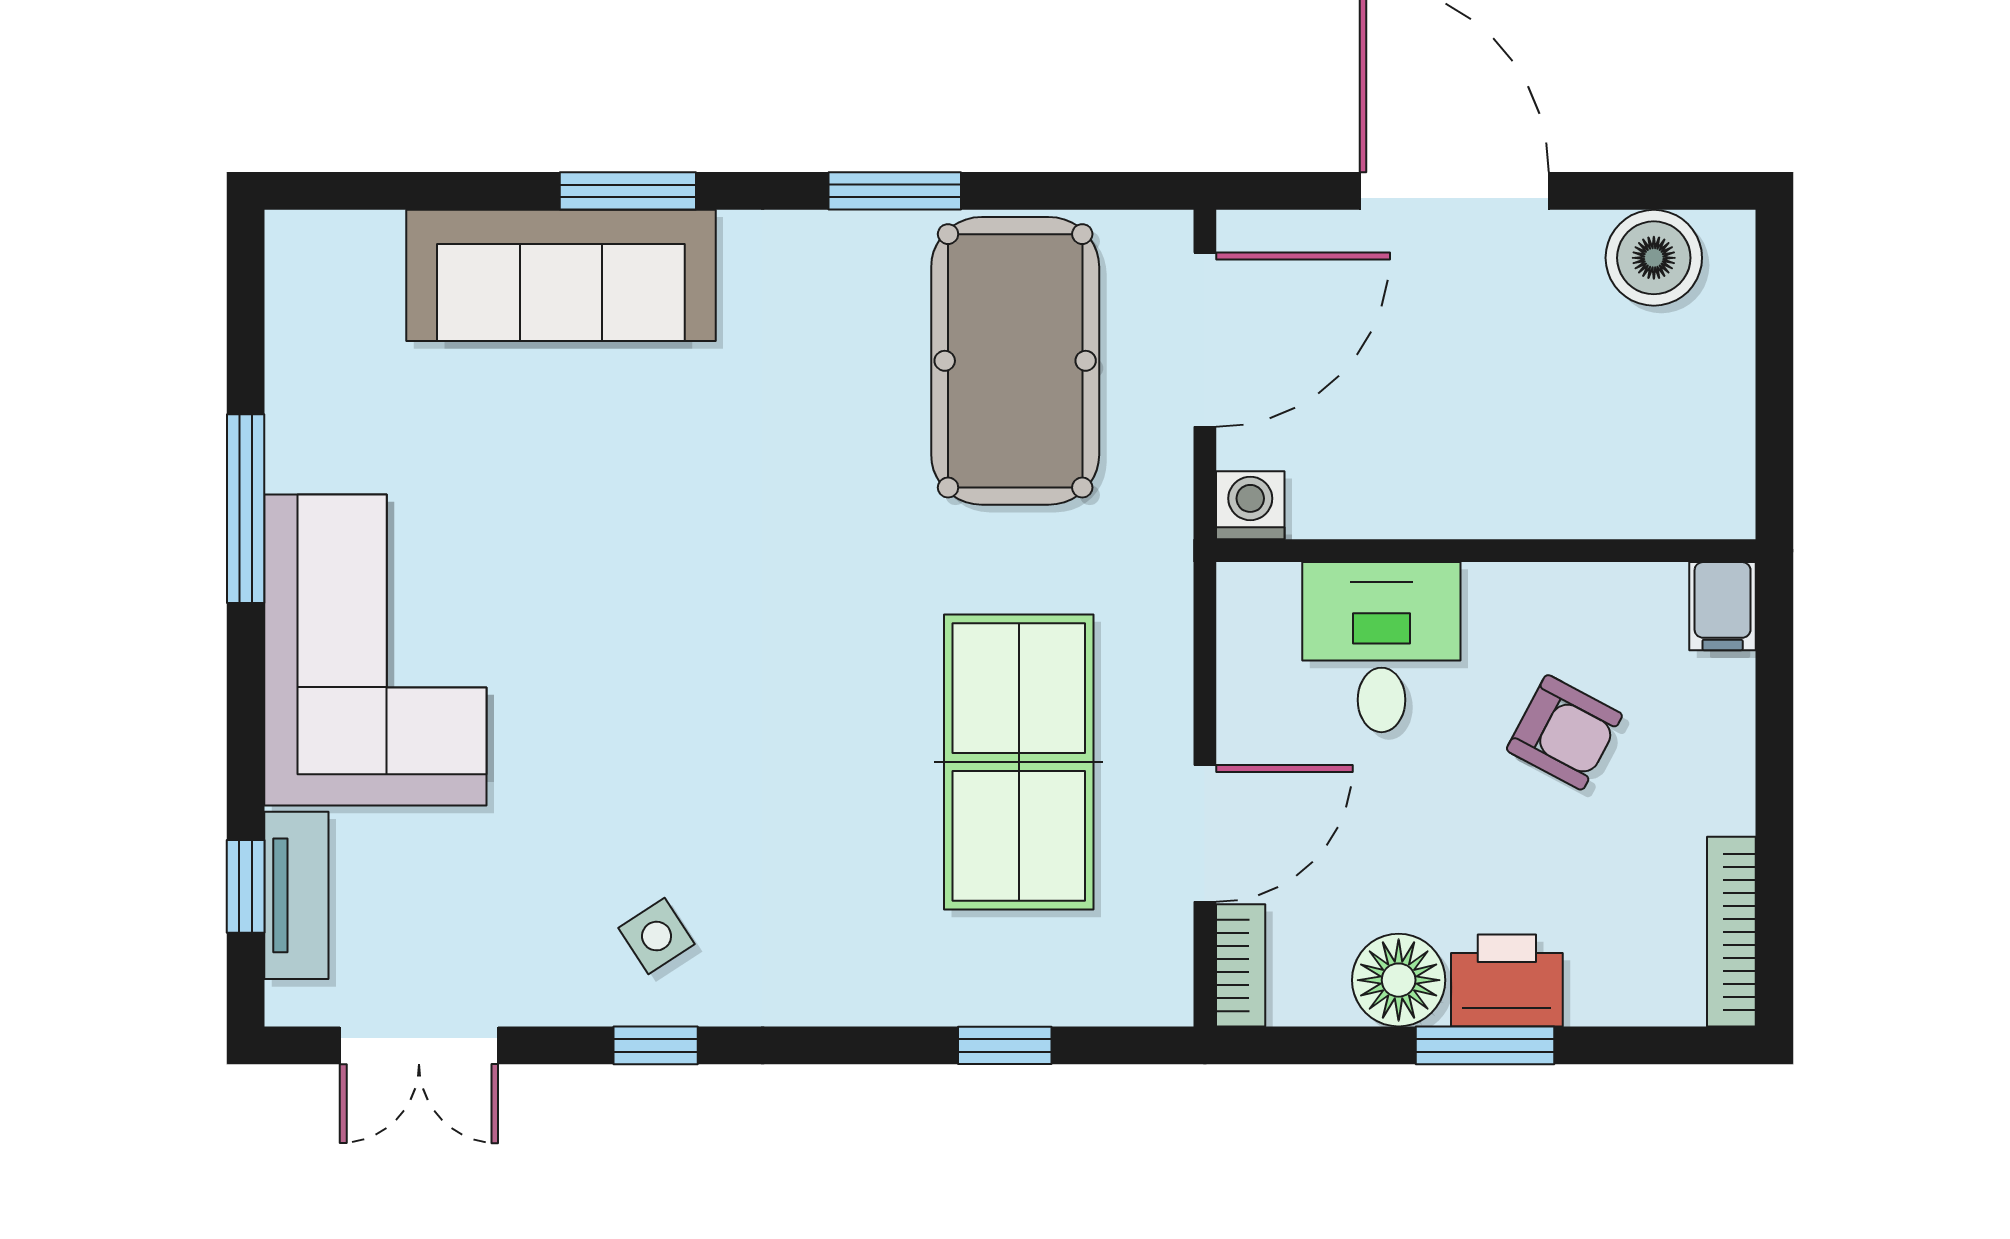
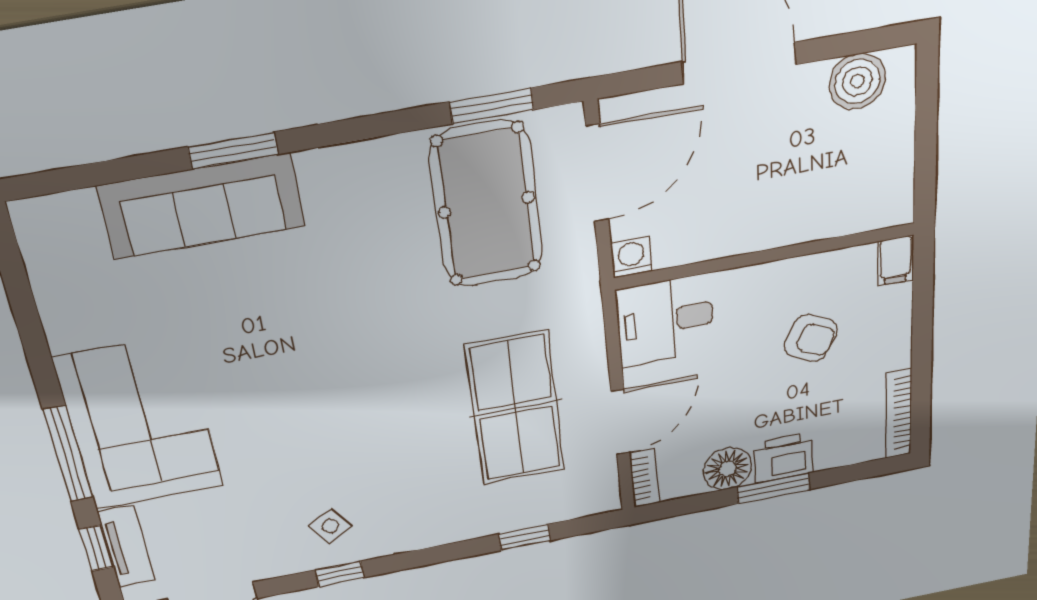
window: (895, 191) -> (492, 106), moved
window: (246, 509) -> (68, 454), moved
desk: (1381, 647) -> (665, 320), moved, turned -90

